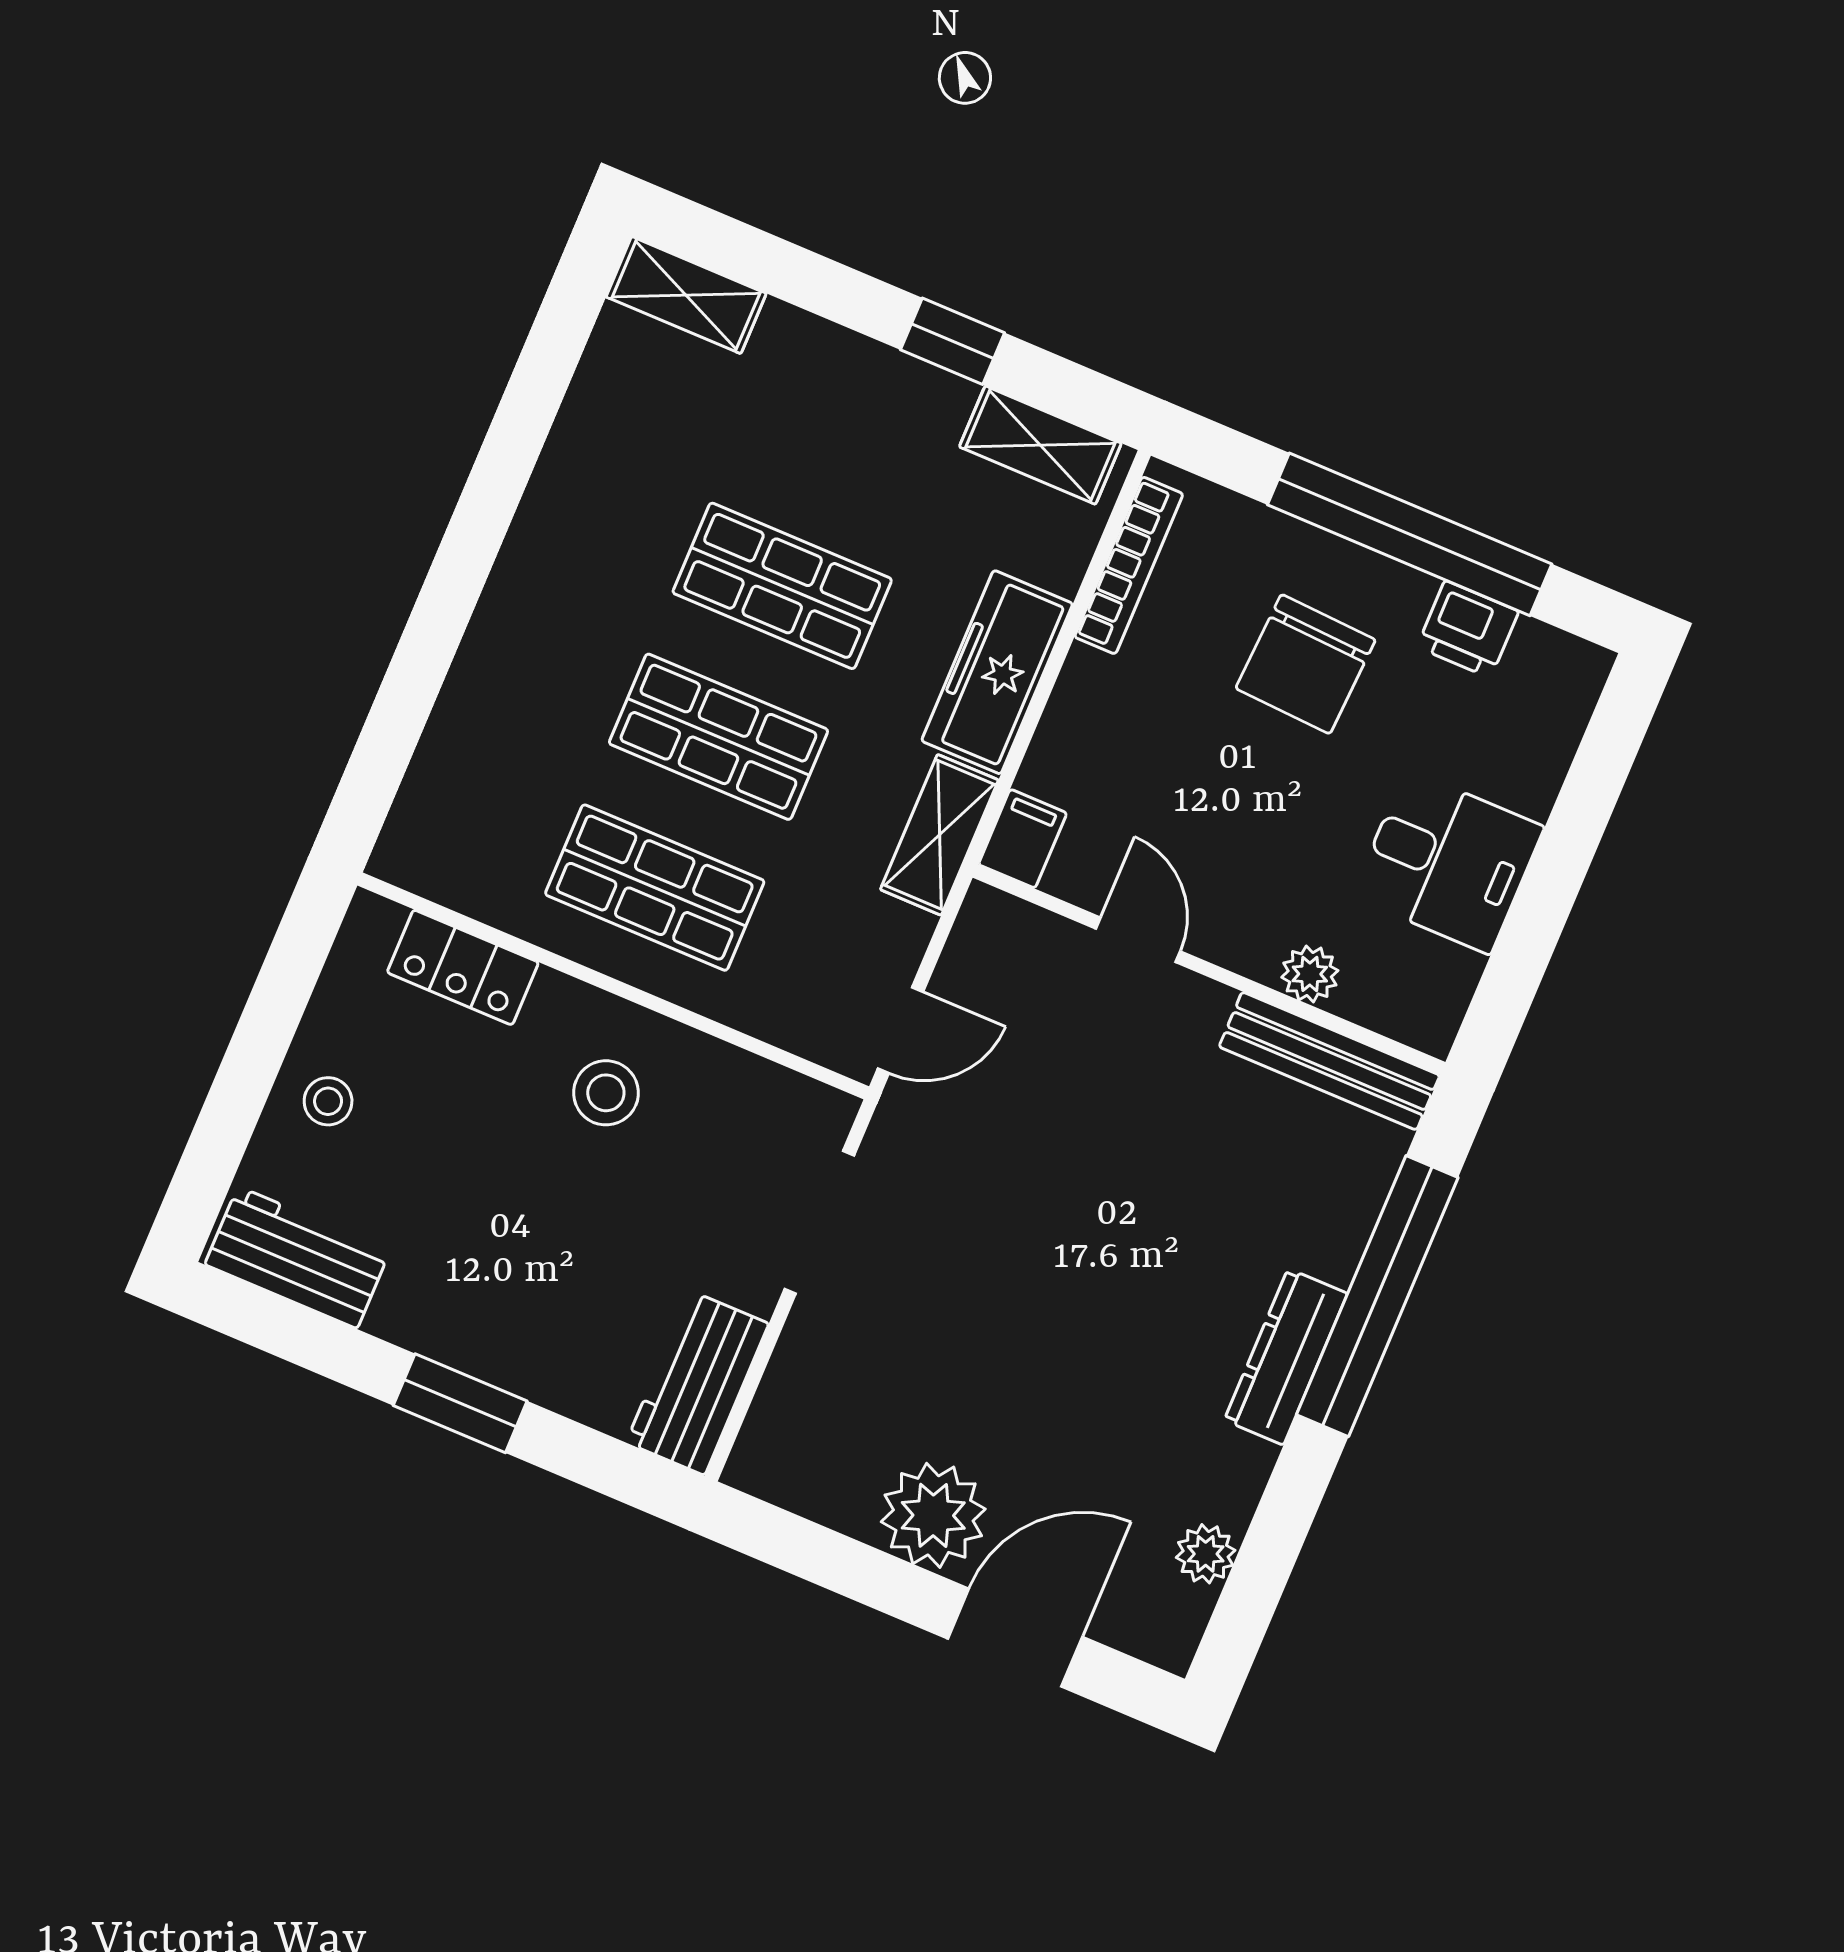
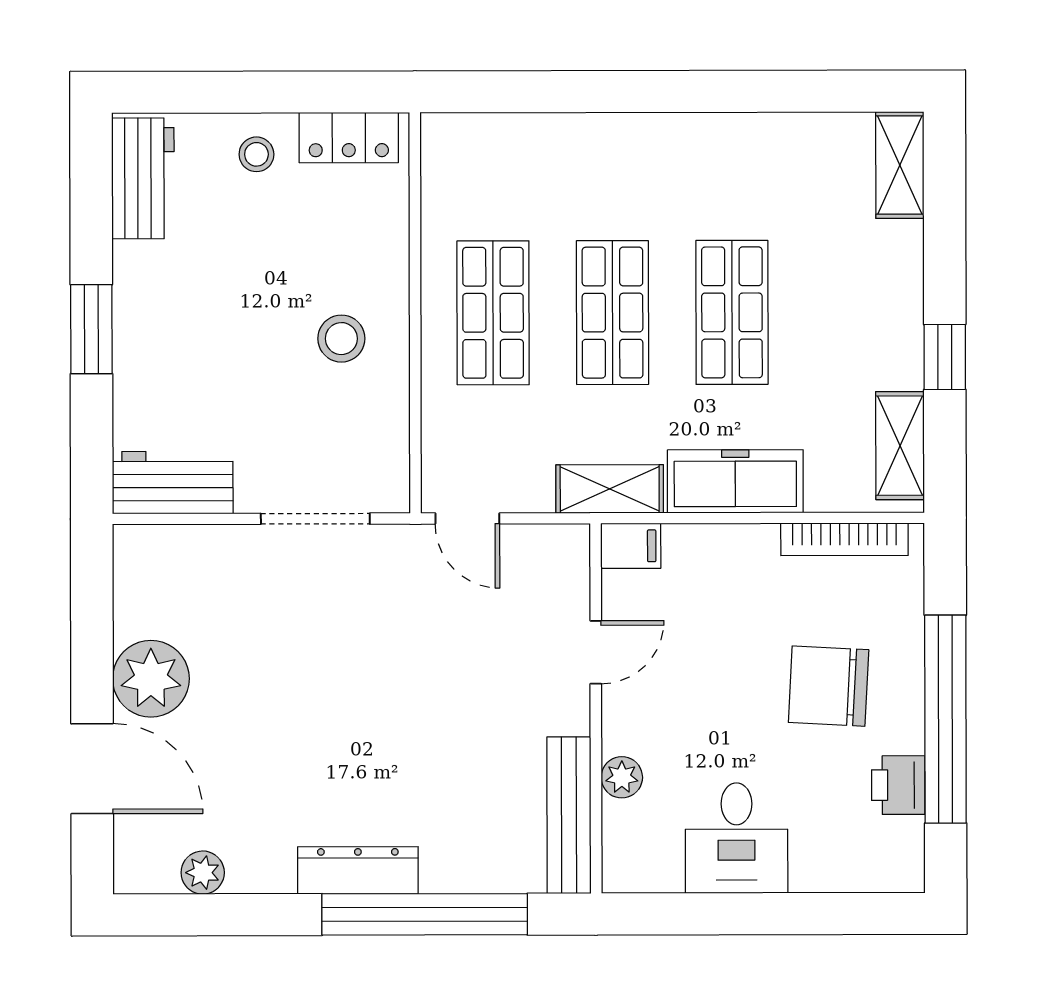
locker: (463, 967) -> (349, 138), moved, turned -90

